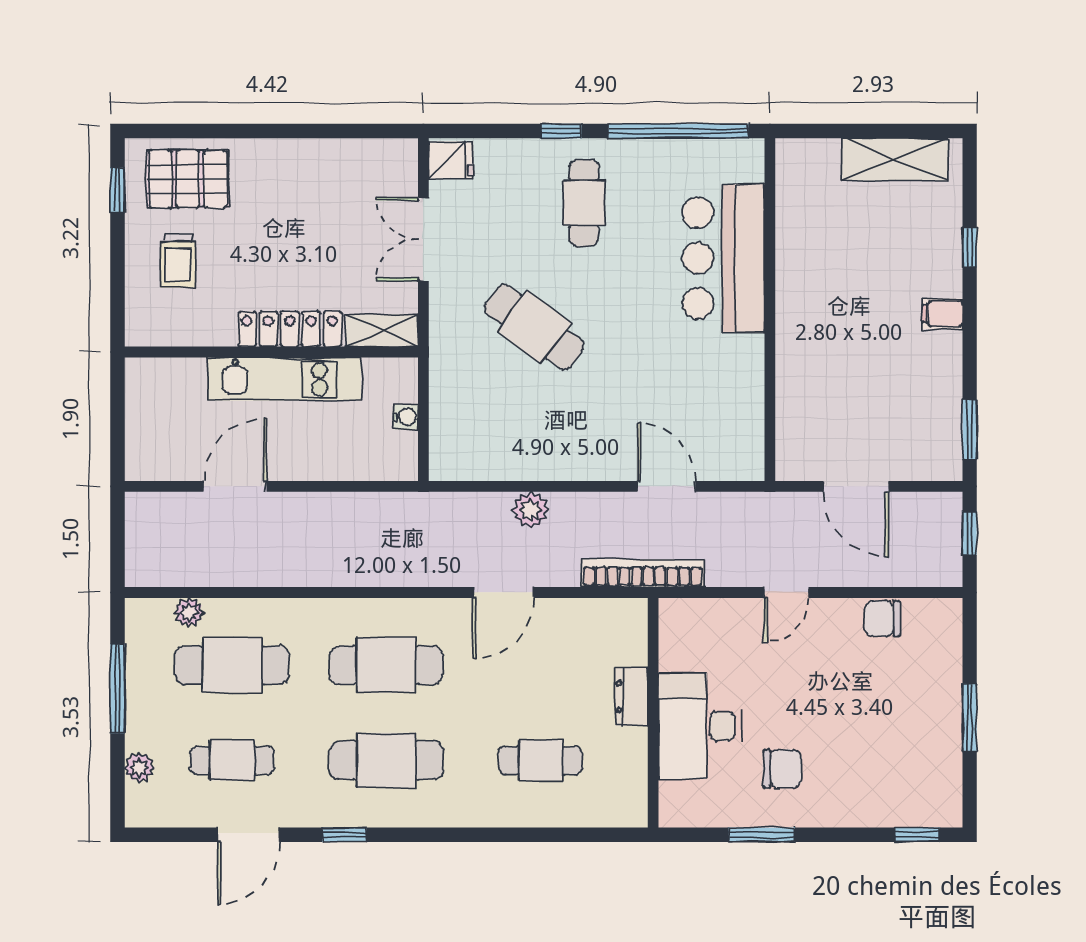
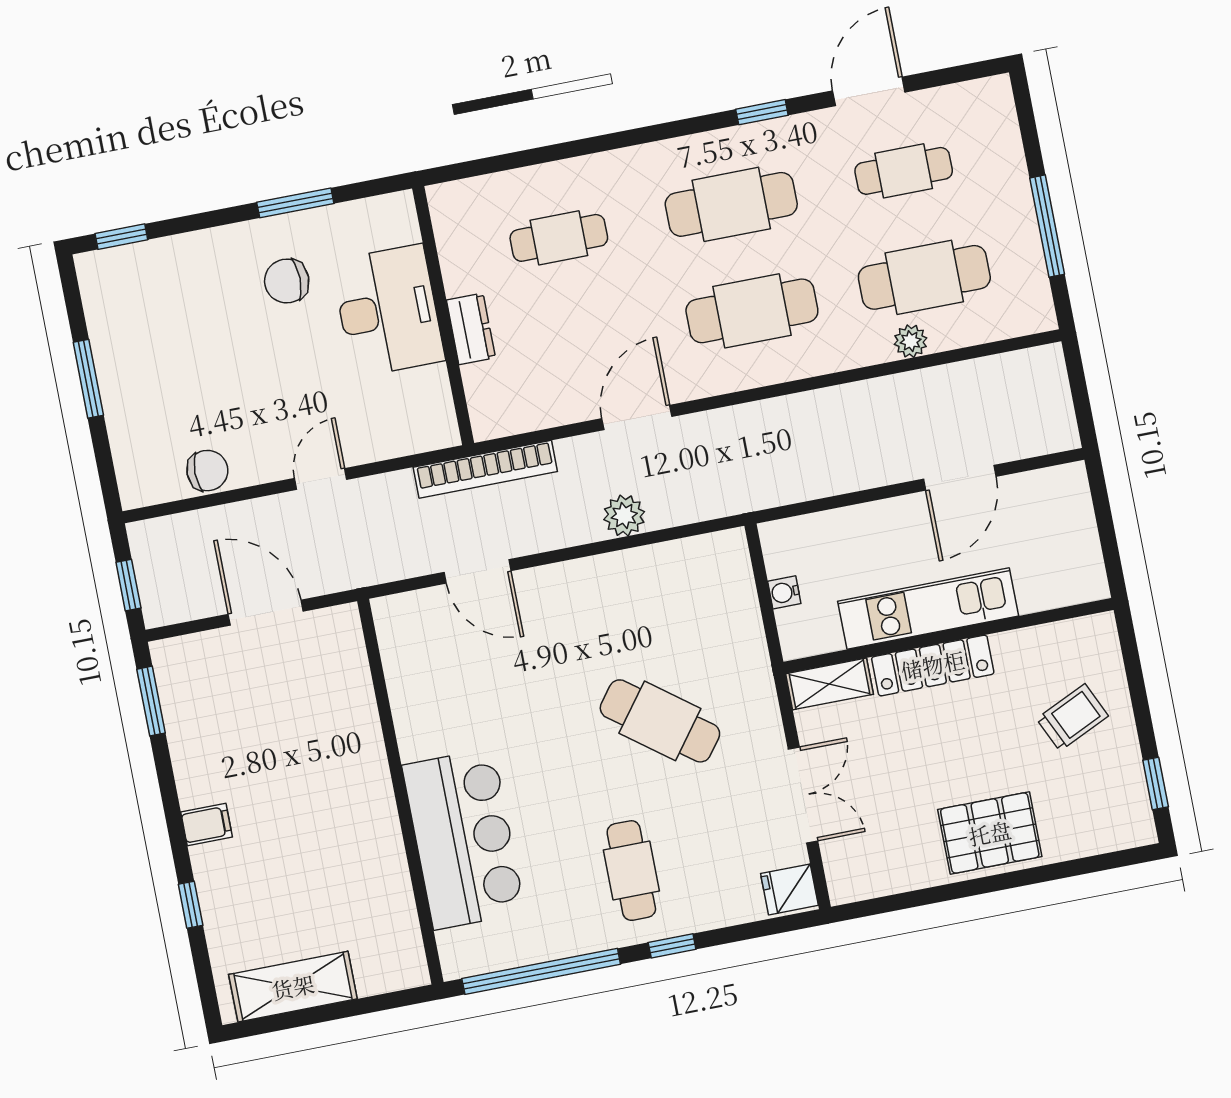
pallet: (188, 179) -> (990, 833), moved
trolley: (178, 261) -> (1072, 717), turned 65
plant: (189, 612) -> (911, 341), moved
plant: (139, 767) -> (1006, 143), removed

